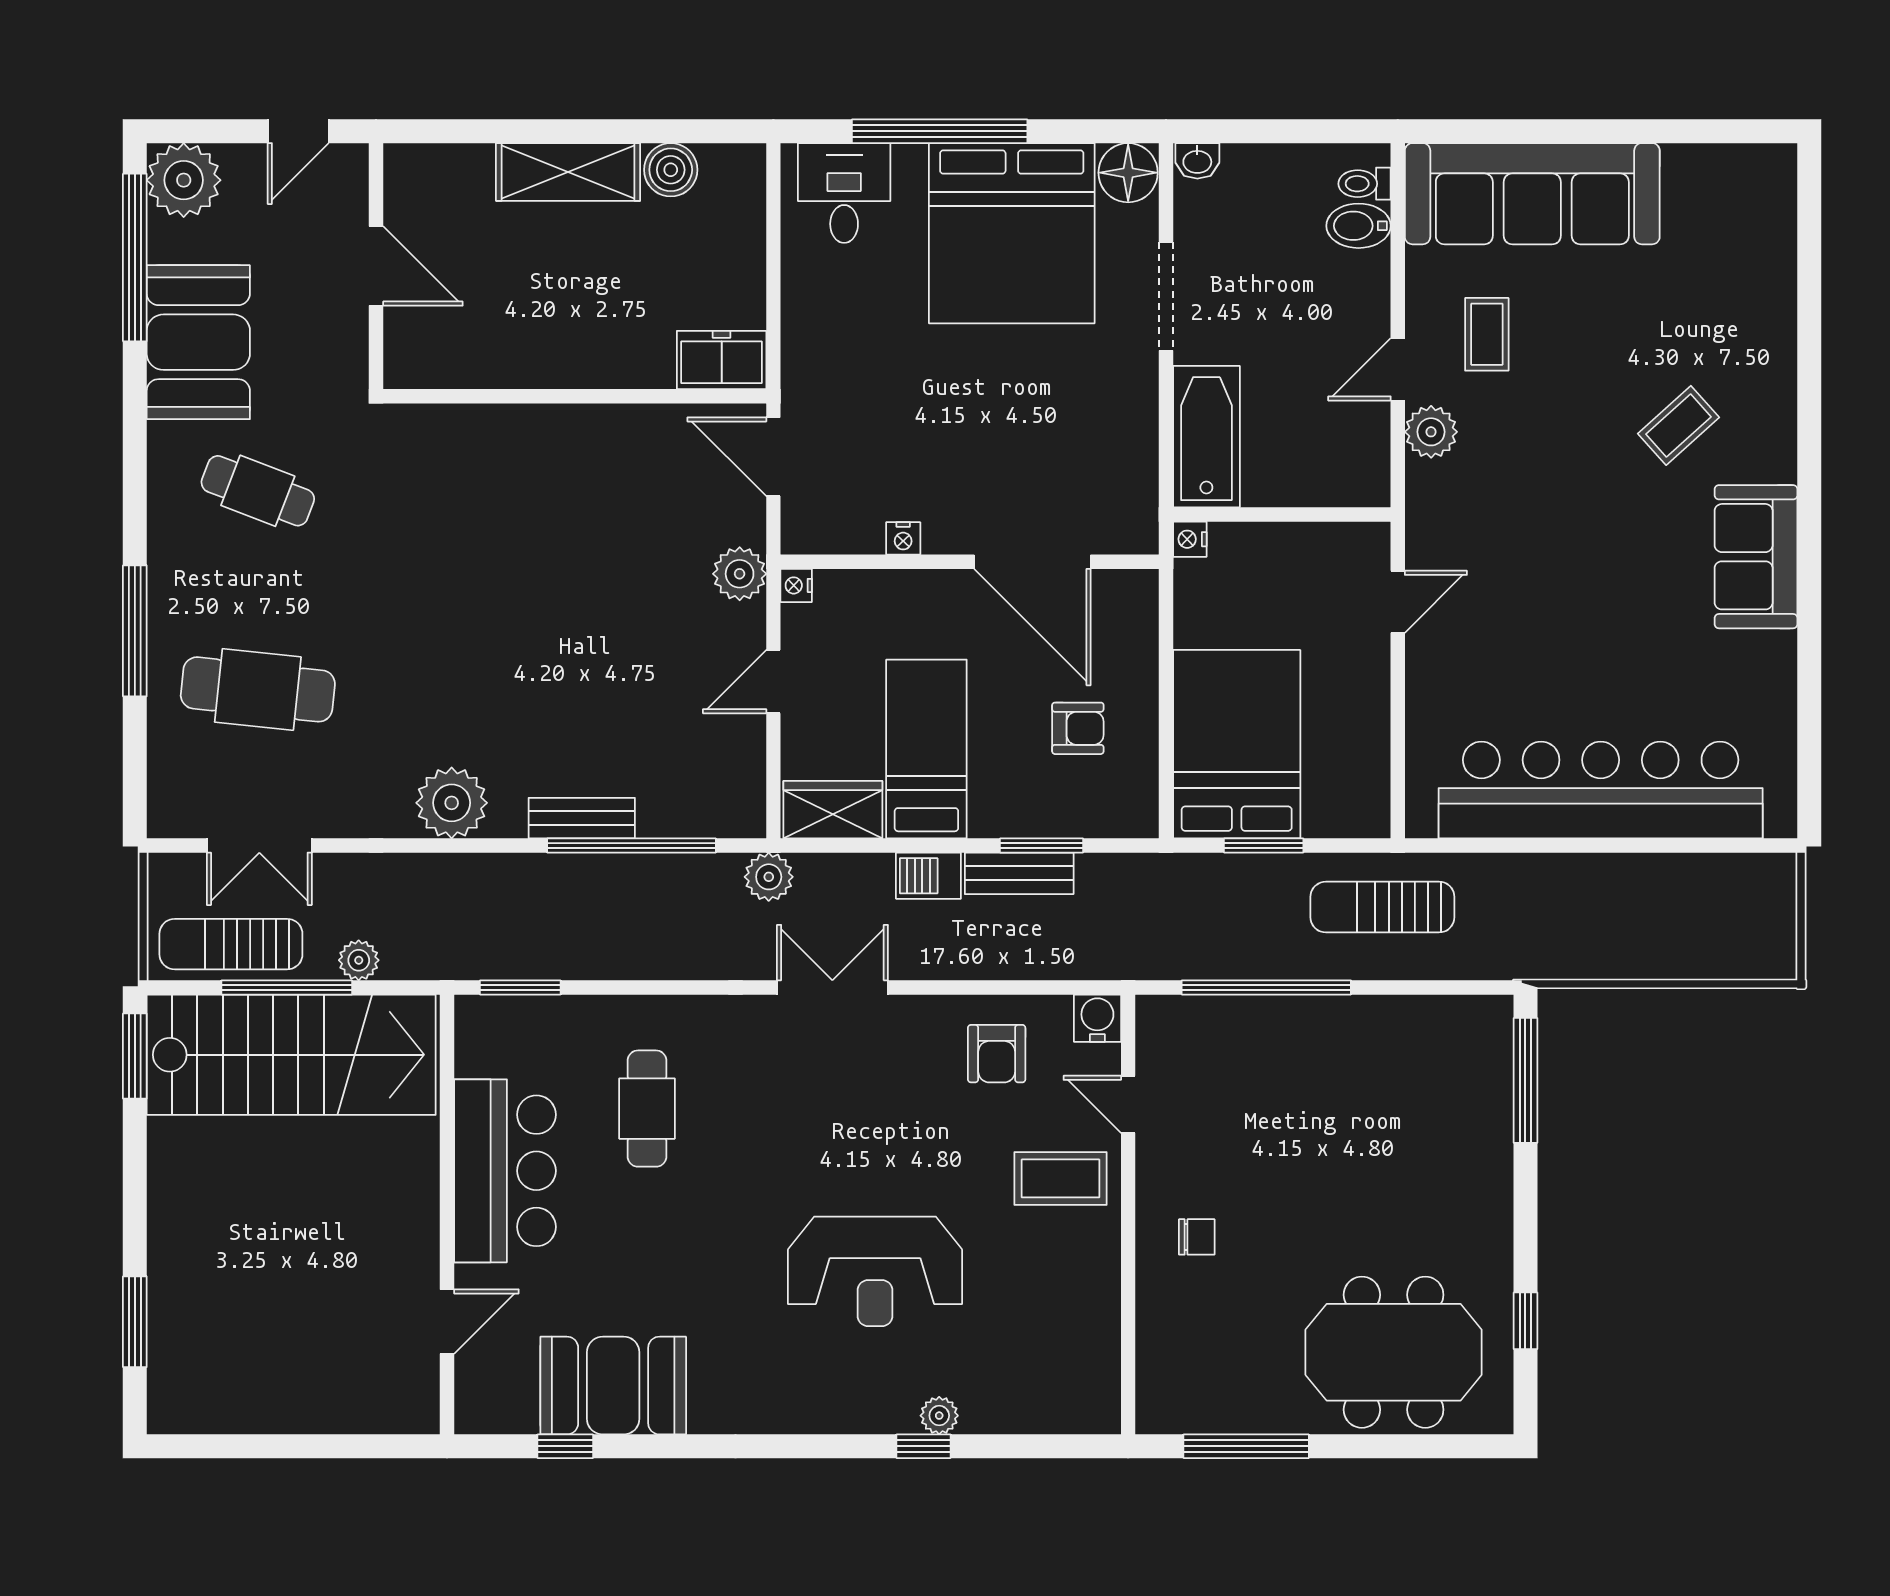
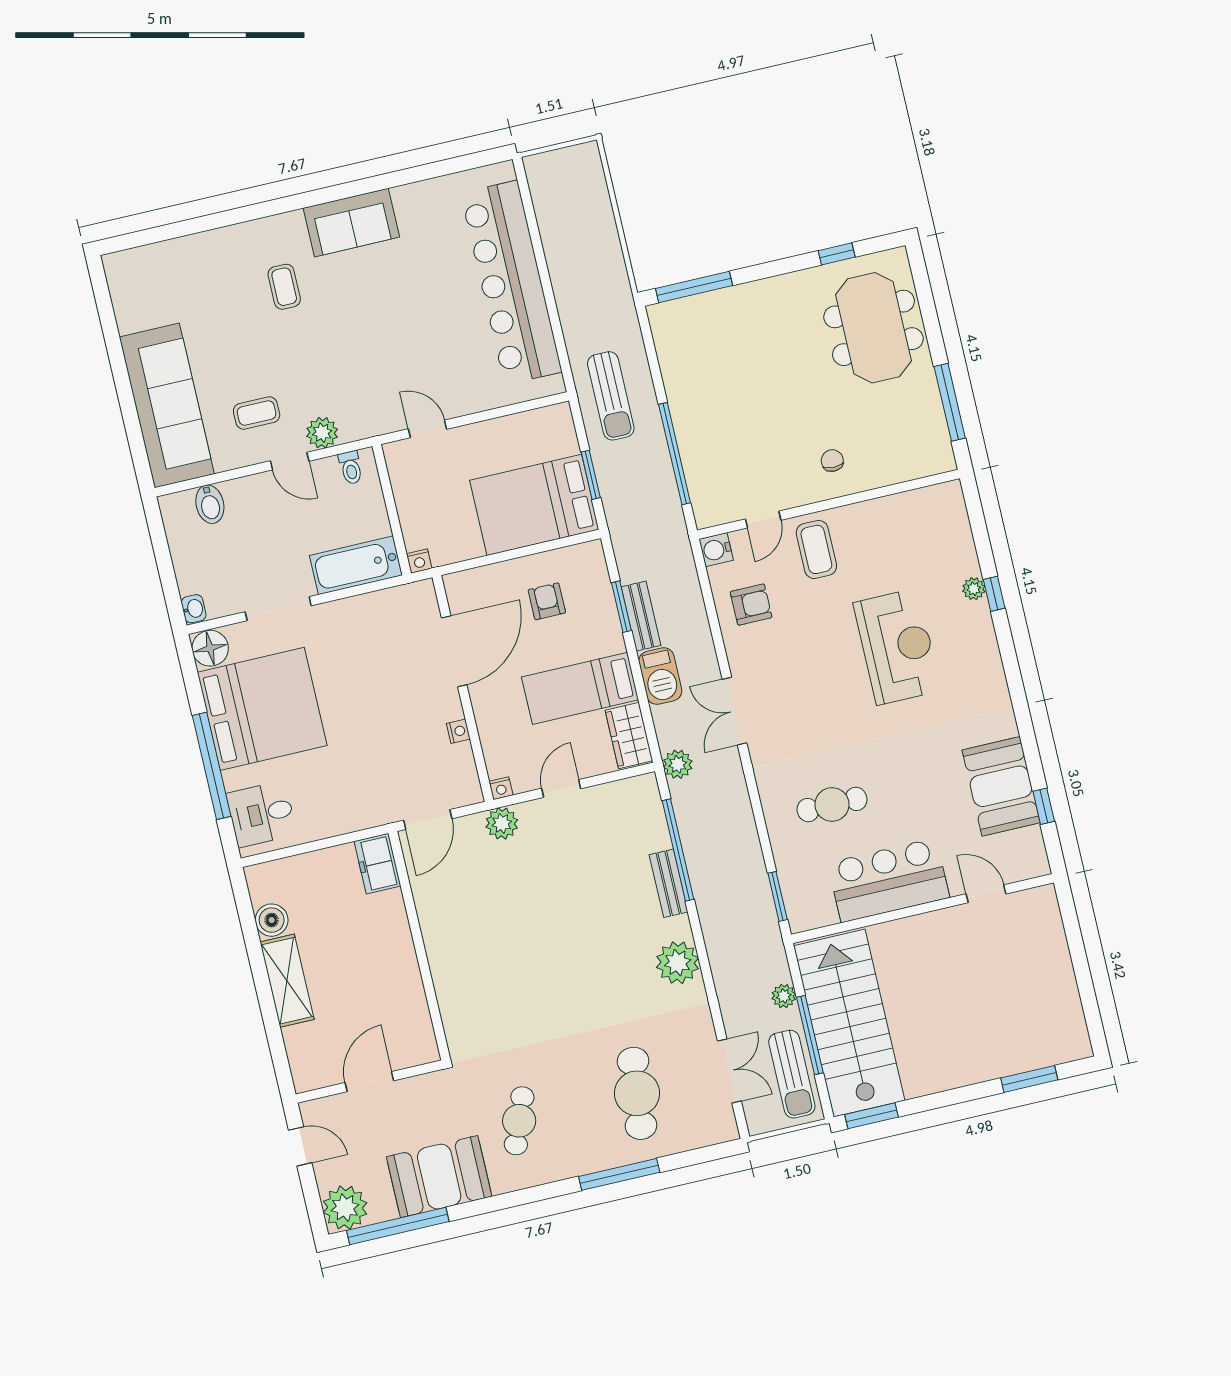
toilet: (1364, 184) -> (351, 468), moved
coffee table: (1678, 425) -> (284, 287), turned 42
door: (773, 682) -> (561, 788), swing flipped
barbecue: (928, 876) -> (660, 676), width x1.38, depth x1.27

